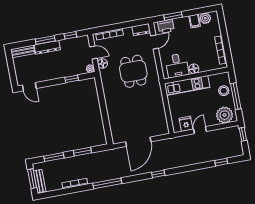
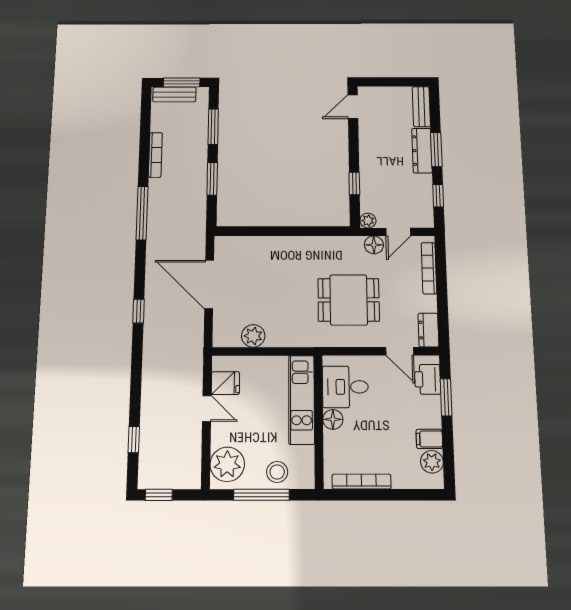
plant: (160, 115) -> (253, 336), added
window: (243, 134) -> (159, 495), moved

